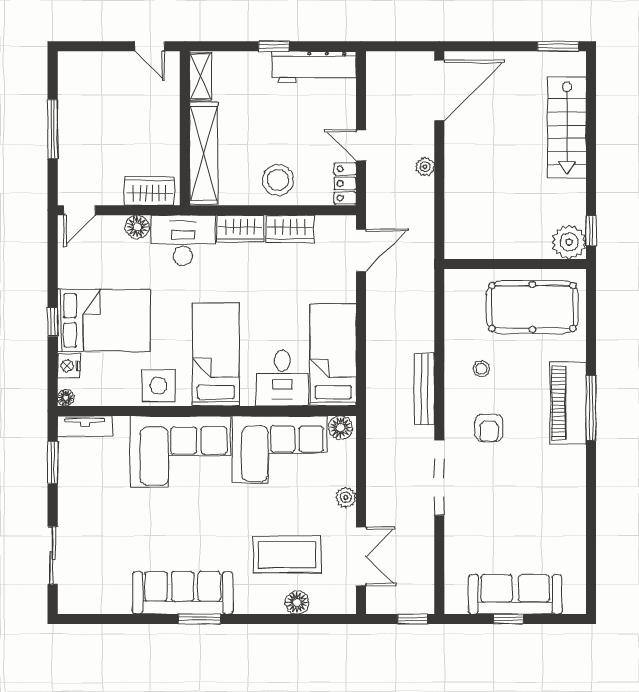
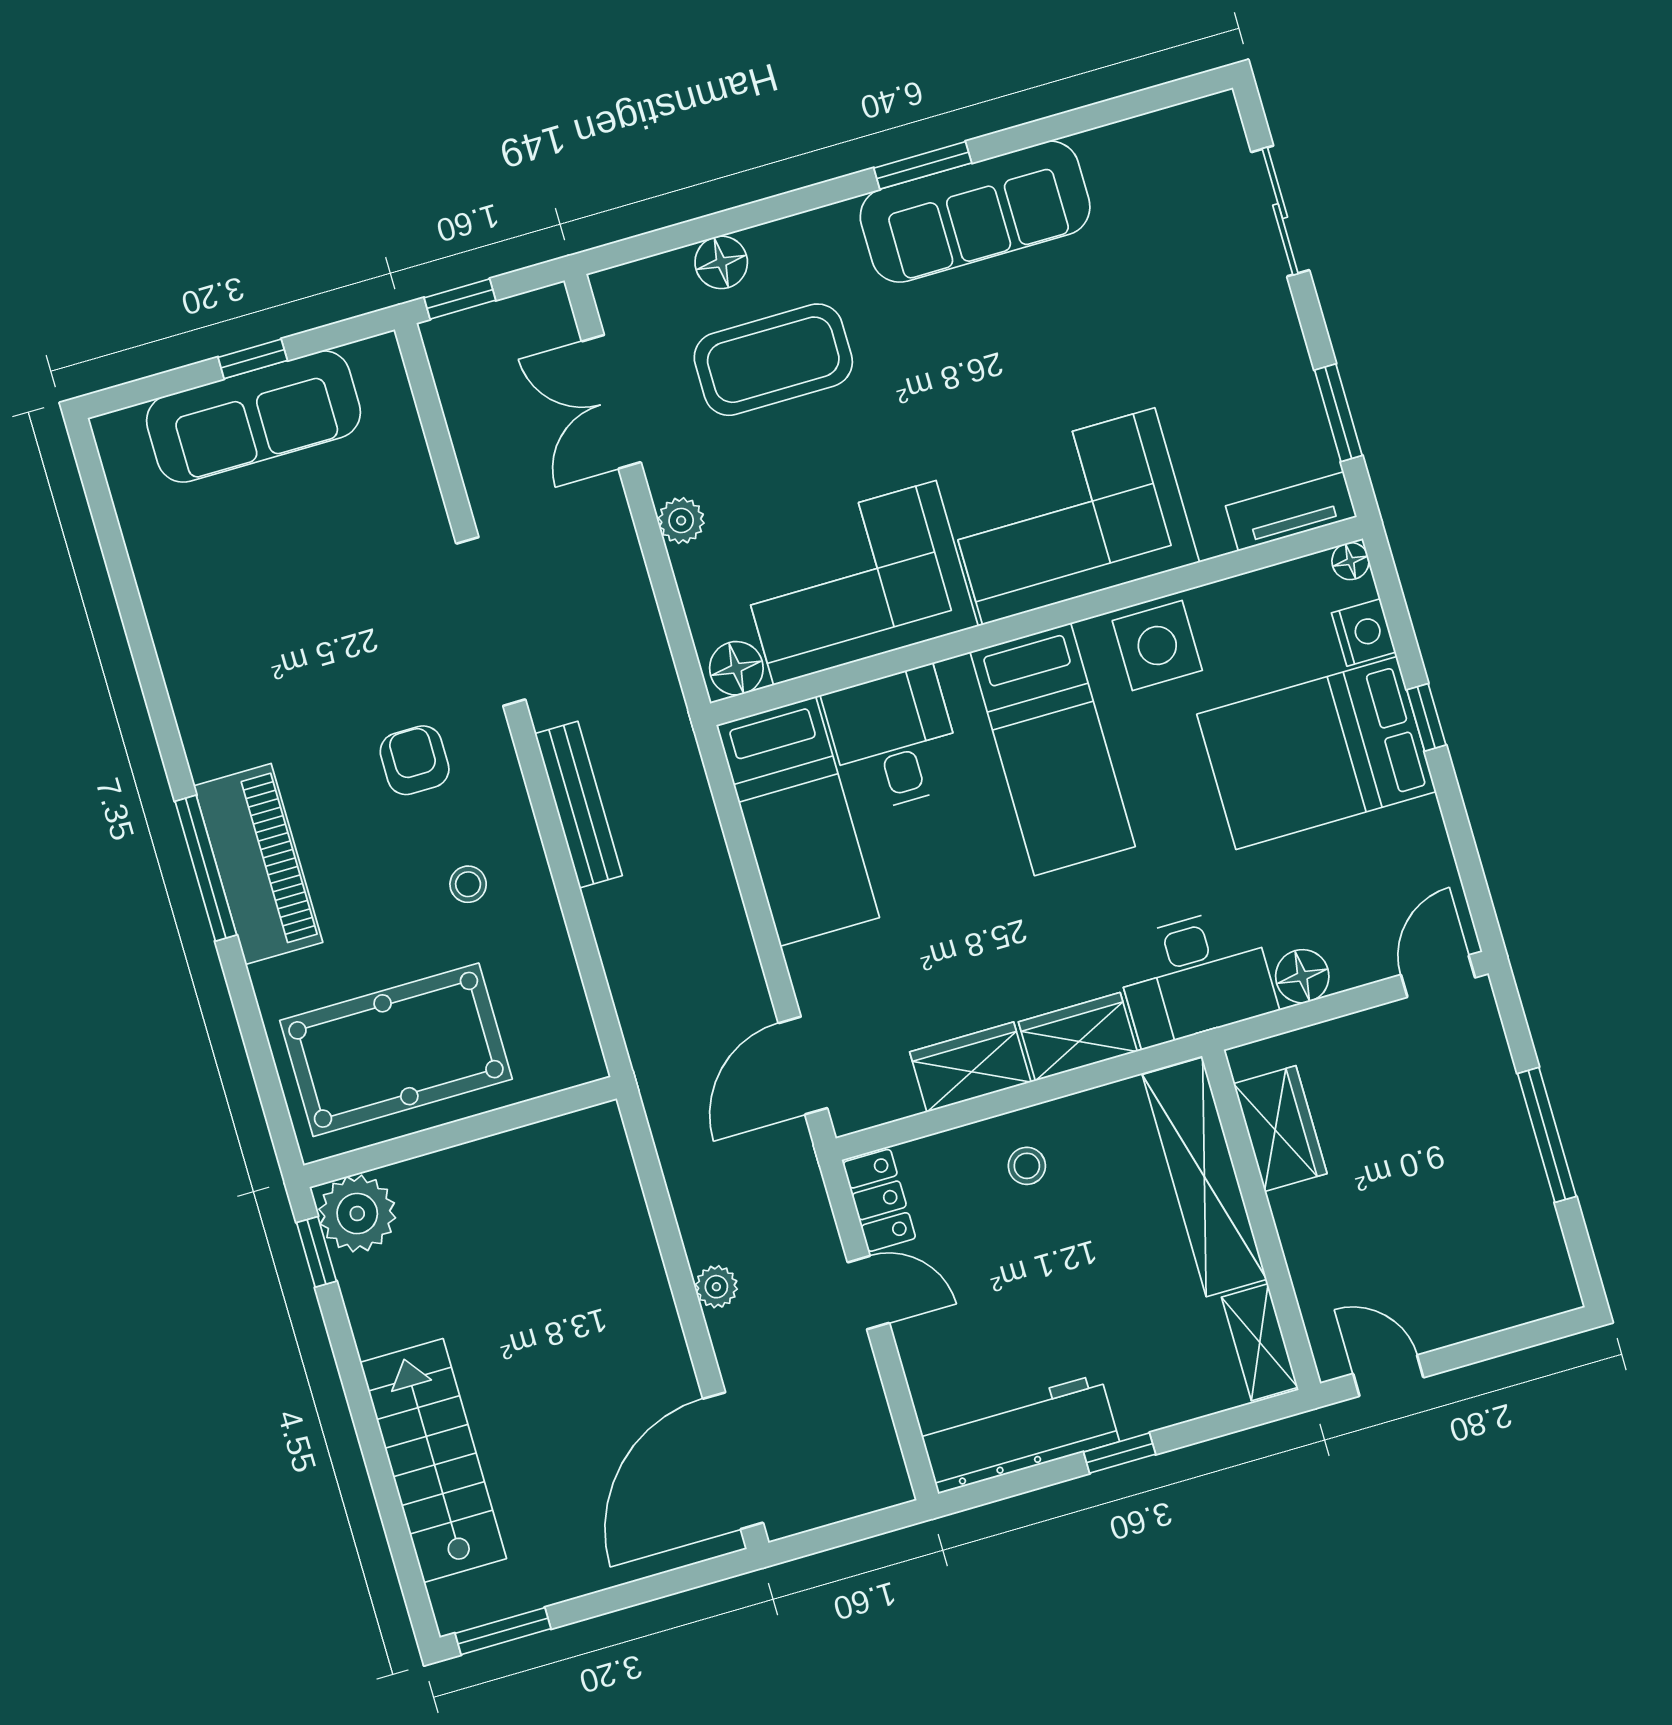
stool: (278, 180) -> (1027, 1166), width x0.53, depth x0.53
wardrobe: (150, 191) -> (1280, 1129), moved, turned -90

